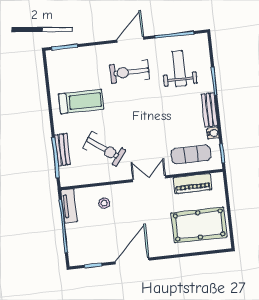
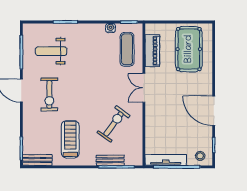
bench: (209, 110) -> (37, 160), moved
stool: (104, 203) -> (200, 156), moved
tv unit: (69, 206) -> (166, 160), width x1.41

